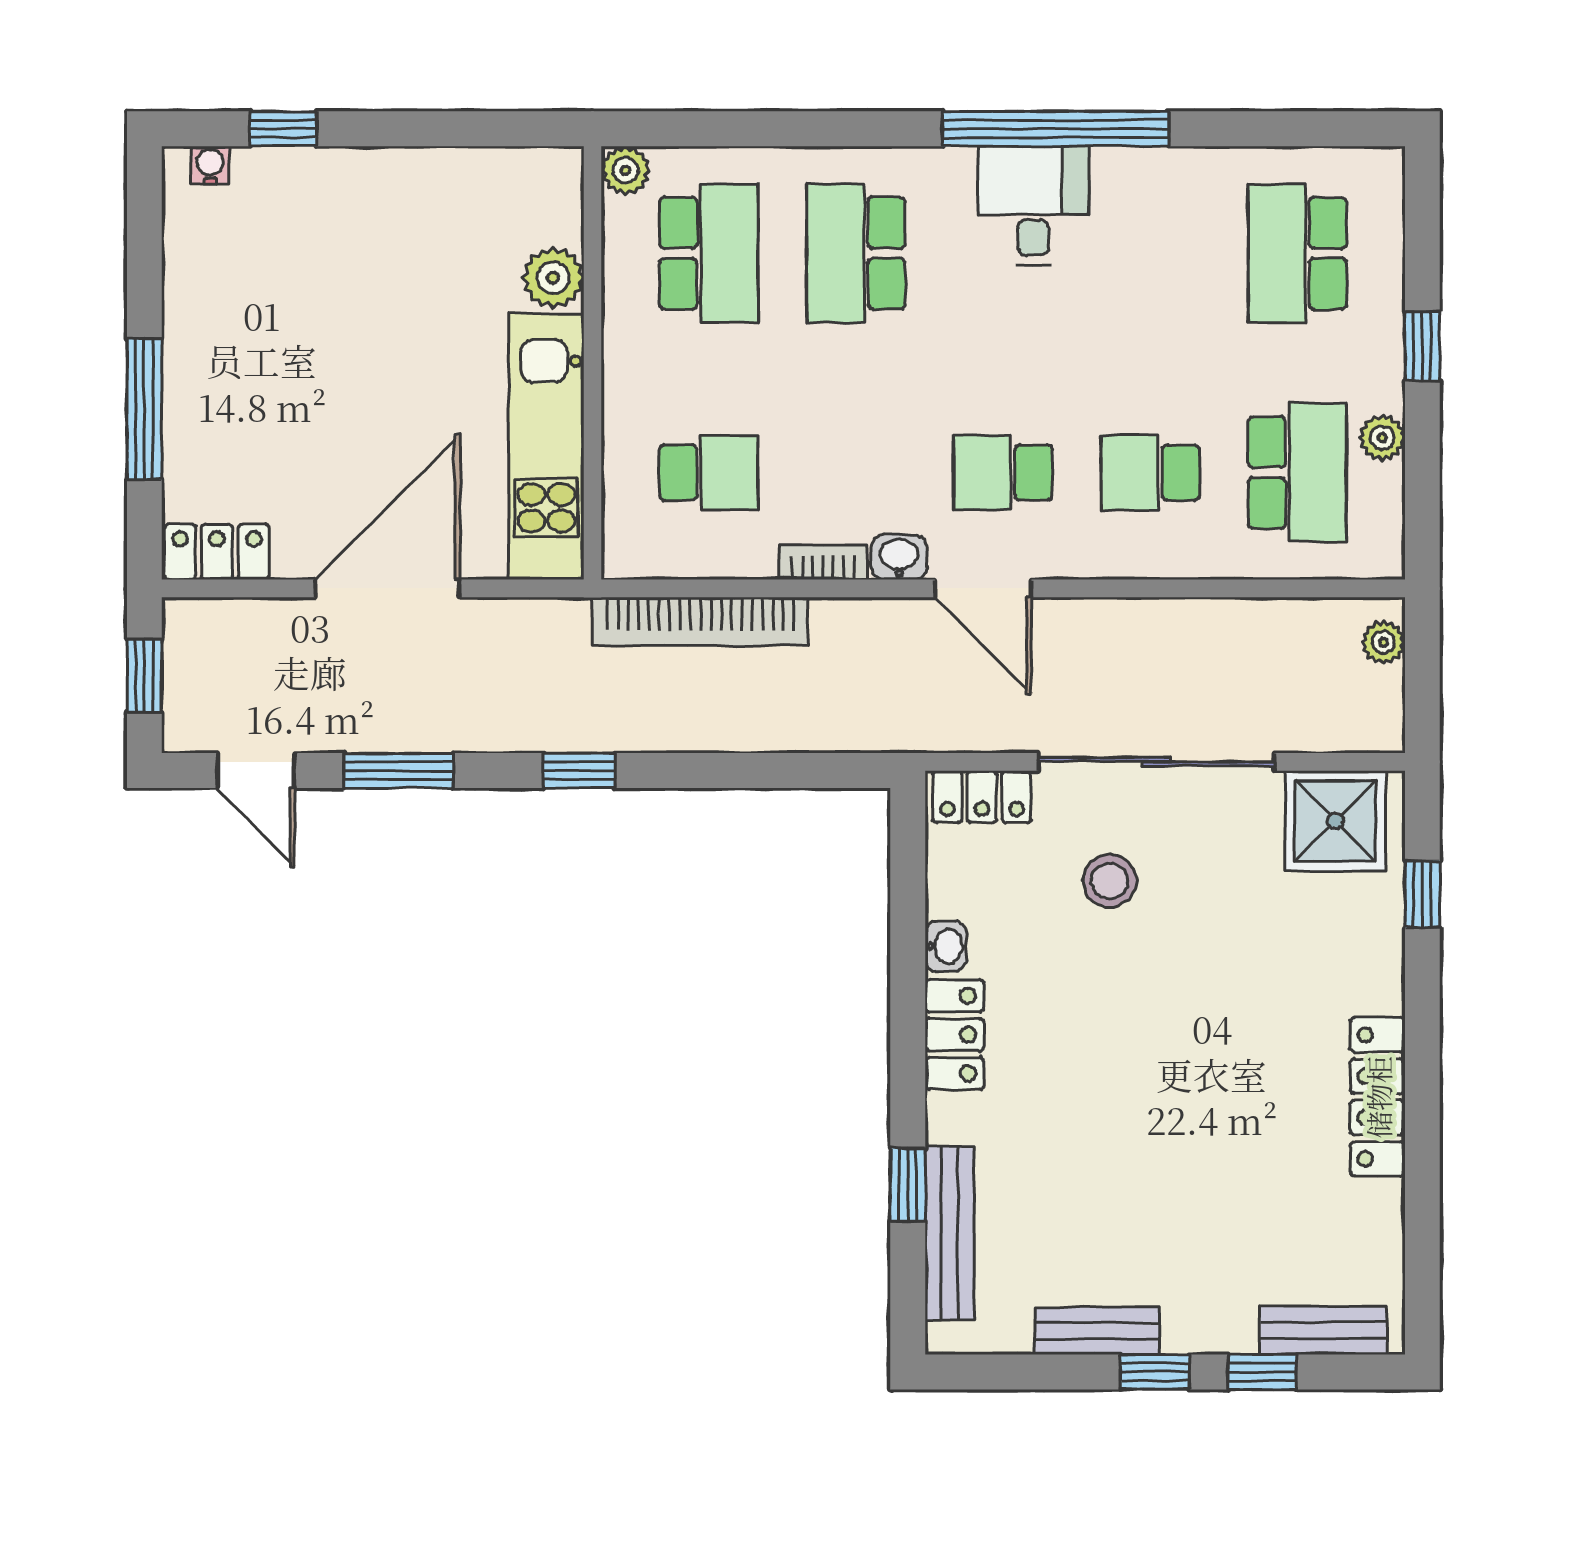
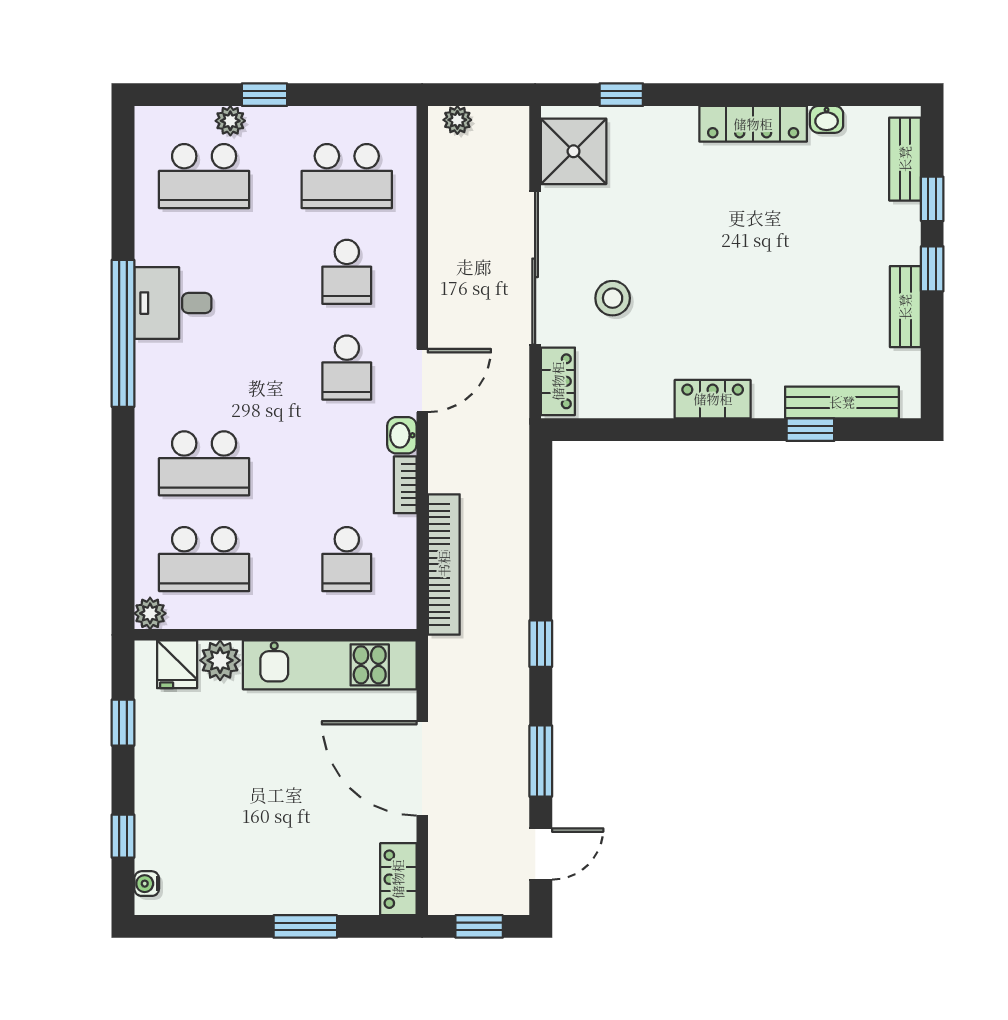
window: (458, 129) -> (123, 723), added
desk: (1033, 205) -> (173, 303), moved
fridge: (547, 212) -> (177, 664), added
school desk: (709, 253) -> (204, 559), turned 180
window: (144, 409) -> (305, 926), width x0.69
plant: (1382, 438) -> (230, 121), moved
school desk: (709, 473) -> (347, 559), turned 180
school desk: (1297, 473) -> (347, 176), turned 180
washbasin: (946, 946) -> (827, 119), moved, turned 180

